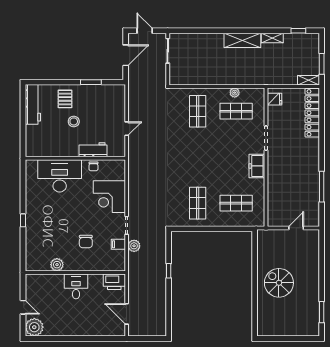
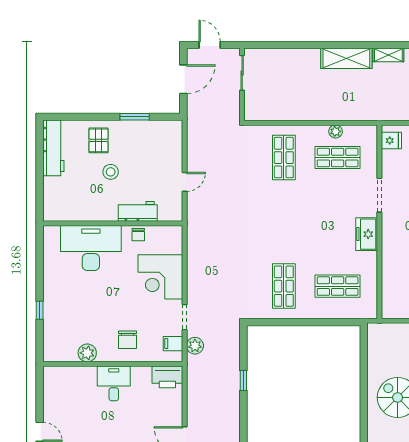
plant: (57, 265) -> (87, 353), moved
wall: (75, 272) -> (113, 364), moved
printer: (114, 282) -> (167, 377), moved
desk: (76, 286) -> (114, 383), moved

